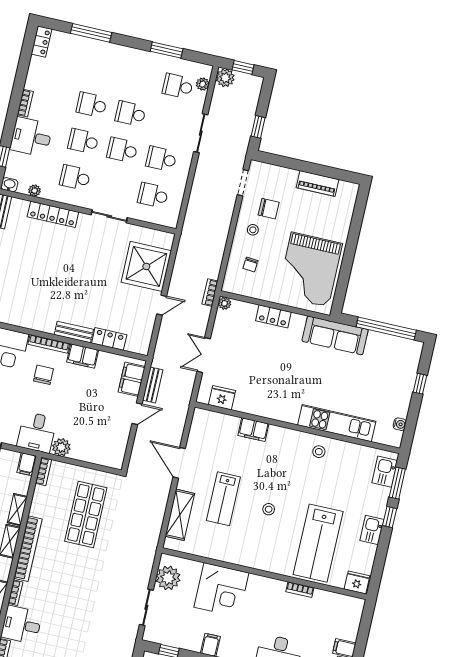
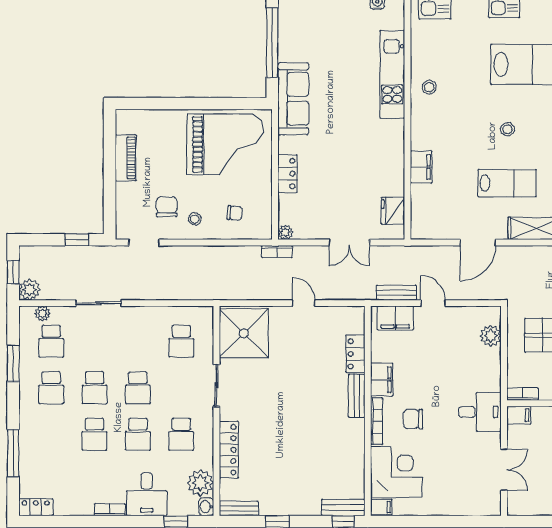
school desk: (161, 159) -> (51, 388), moved
plant: (35, 191) -> (200, 483), width x1.88, depth x1.88
shower: (146, 266) -> (244, 333), moved
plant: (61, 447) -> (491, 336), moved

